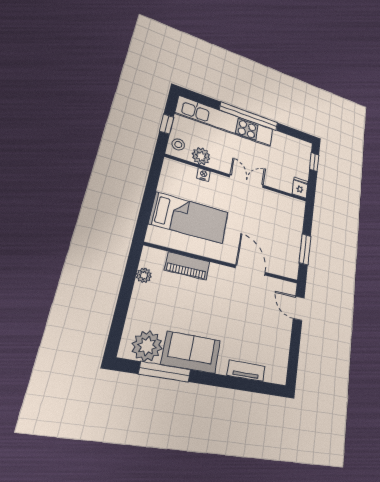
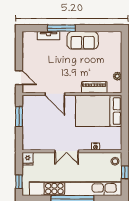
kitchen unit: (226, 122) -> (76, 189), width x1.36
plant: (201, 156) -> (99, 158), removed
bed: (189, 218) -> (99, 111), width x1.50
plant: (147, 346) -> (107, 39), removed
window: (165, 372) -> (61, 28), moved

